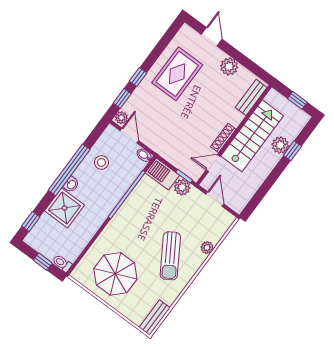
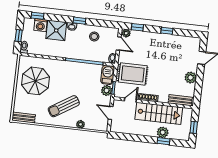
rug: (177, 74) -> (133, 74), moved
window: (138, 77) -> (167, 31), moved
door: (129, 136) -> (119, 44), hinge flipped
door: (213, 163) -> (130, 100), hinge flipped
window: (69, 170) -> (79, 21), width x0.32
door: (215, 199) -> (111, 113), swing flipped
washing machine: (46, 225) -> (40, 25), added

